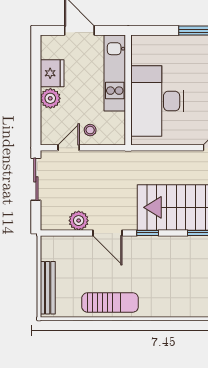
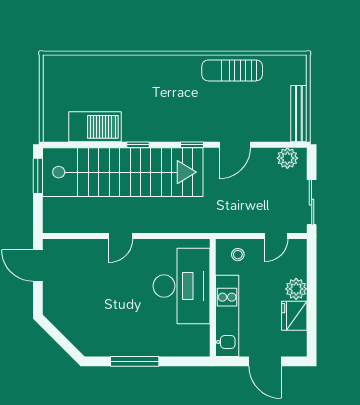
stool: (90, 130) -> (238, 255), moved
plant: (79, 221) -> (287, 158), moved
door: (108, 233) -> (235, 145), swing flipped
bench: (48, 288) -> (299, 114), moved

